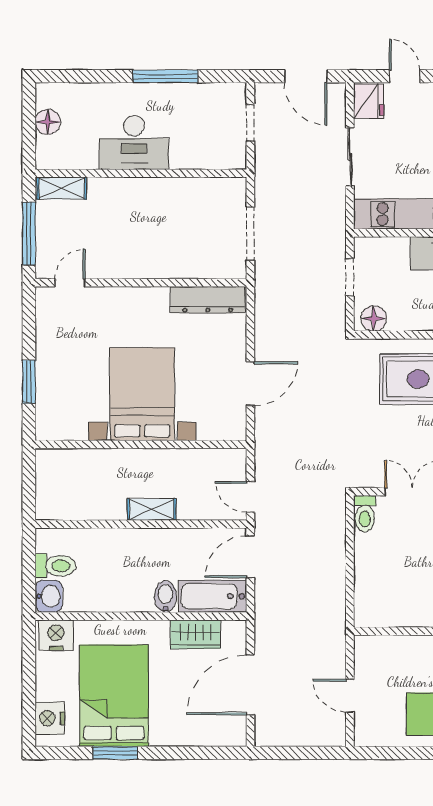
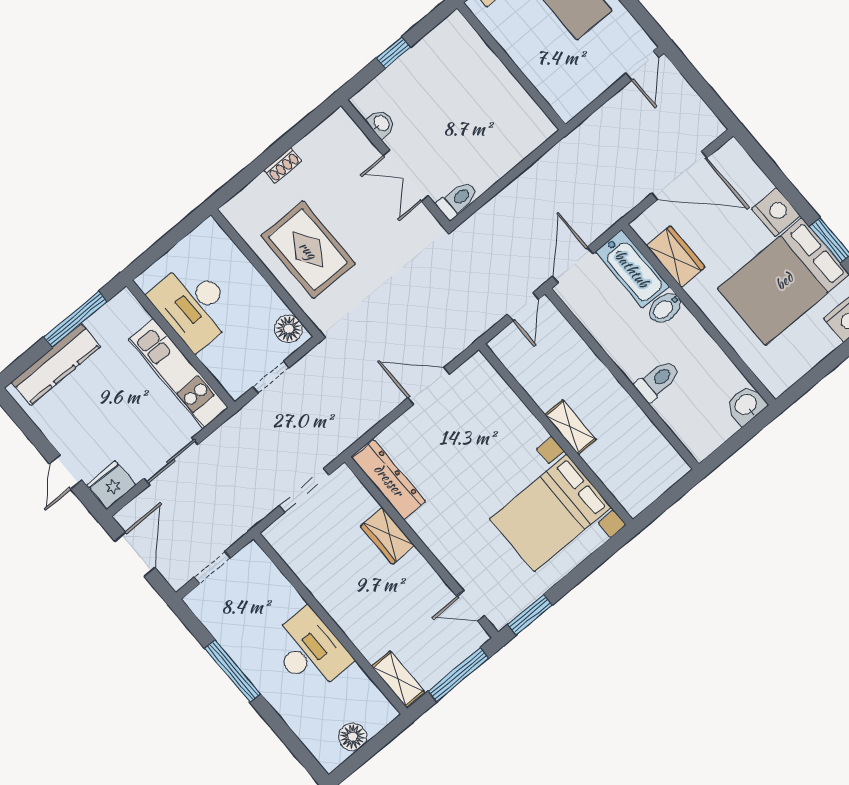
wardrobe: (169, 266) -> (387, 536), added
window: (29, 382) -> (530, 615), moved
bed with nightstands: (142, 394) -> (550, 513), moved
shelving: (152, 509) -> (570, 427), moved
door: (250, 557) -> (573, 265), swing flipped
toilet: (55, 566) -> (657, 381), moved, turned 90
nightstand: (56, 635) -> (776, 212), moved, turned 180
door: (350, 696) -> (643, 66), moved

